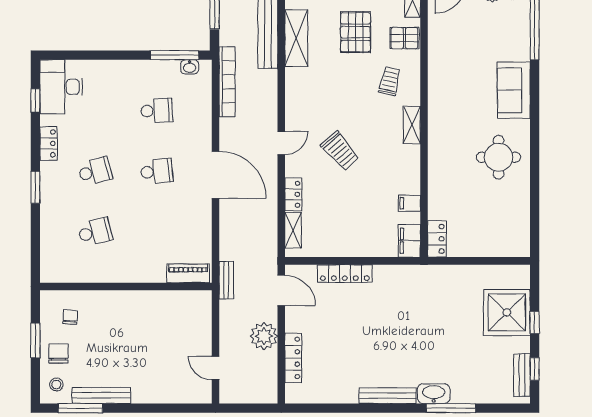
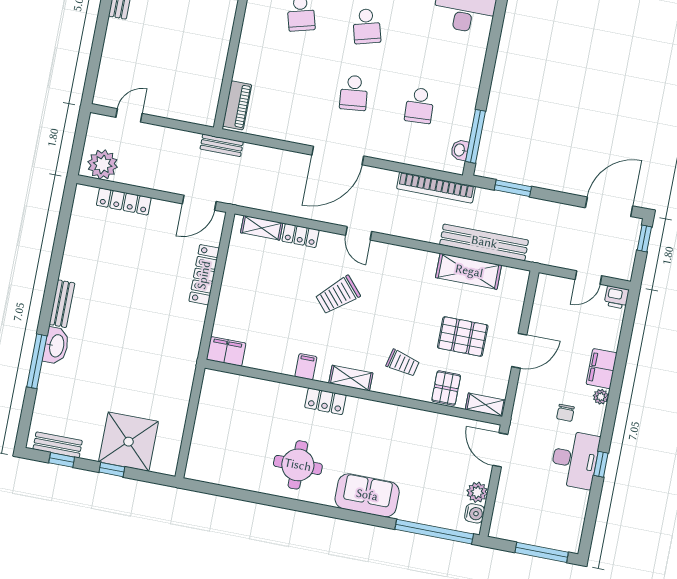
filing cabinet: (409, 203) -> (306, 367), moved
locker: (437, 239) -> (325, 401), moved
plant: (264, 336) -> (103, 164), moved
bench: (388, 396) -> (62, 304), width x0.73

